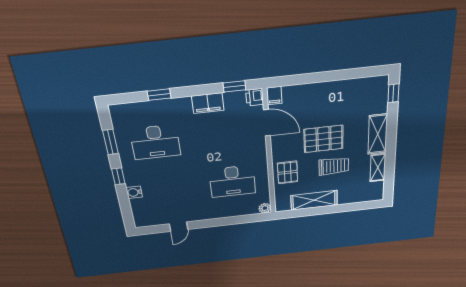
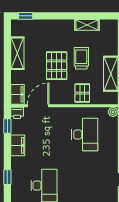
filing cabinet: (274, 96) -> (17, 94), width x2.00
shelving: (378, 134) -> (17, 53), moved, turned 90
pallet: (288, 172) -> (82, 93), turned 90

